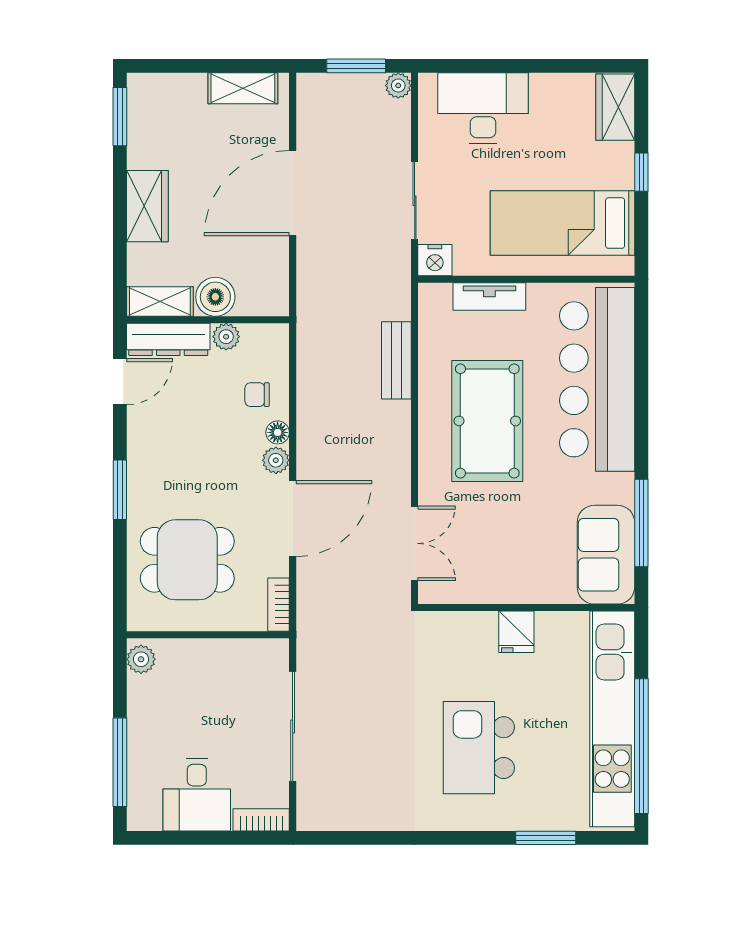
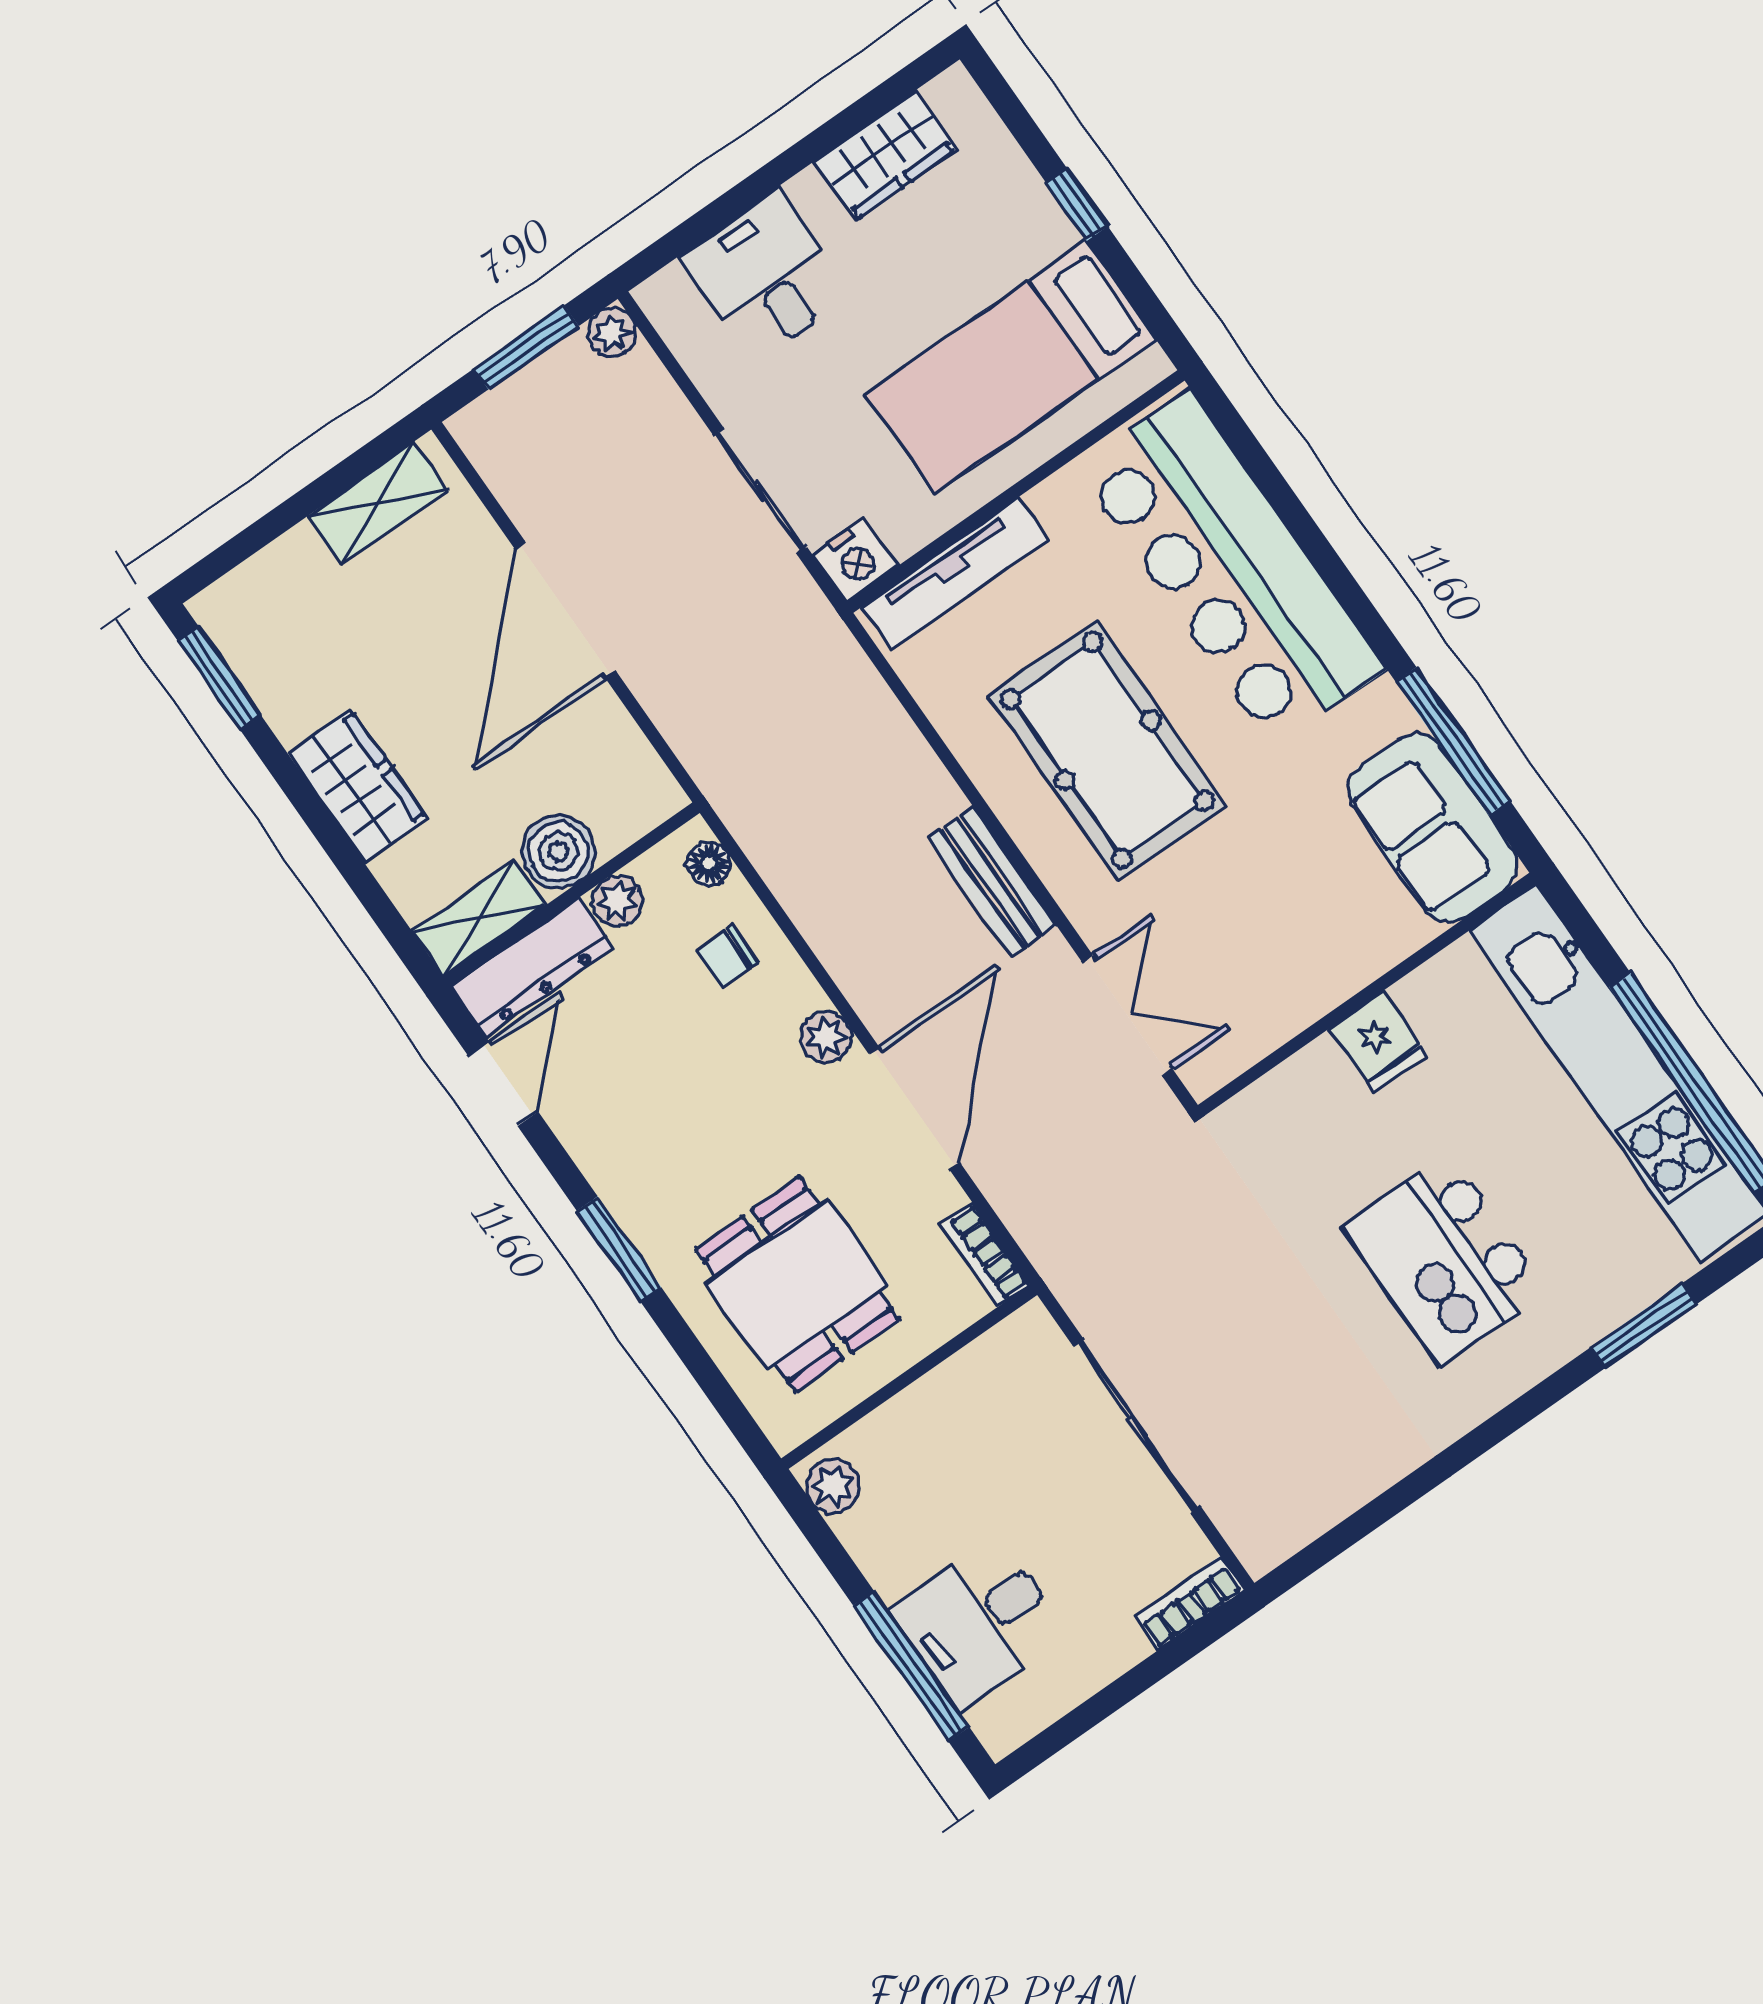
wardrobe: (615, 107) -> (886, 155), moved, turned -90
desk: (483, 108) -> (766, 276), width x0.73
tv unit: (489, 296) -> (955, 573), width x1.41
bench: (396, 360) -> (992, 882), moved
floor lamp: (278, 432) -> (709, 863), moved
dining table: (187, 560) -> (797, 1284), turned 90
desk: (197, 795) -> (979, 1623), moved, turned 90

